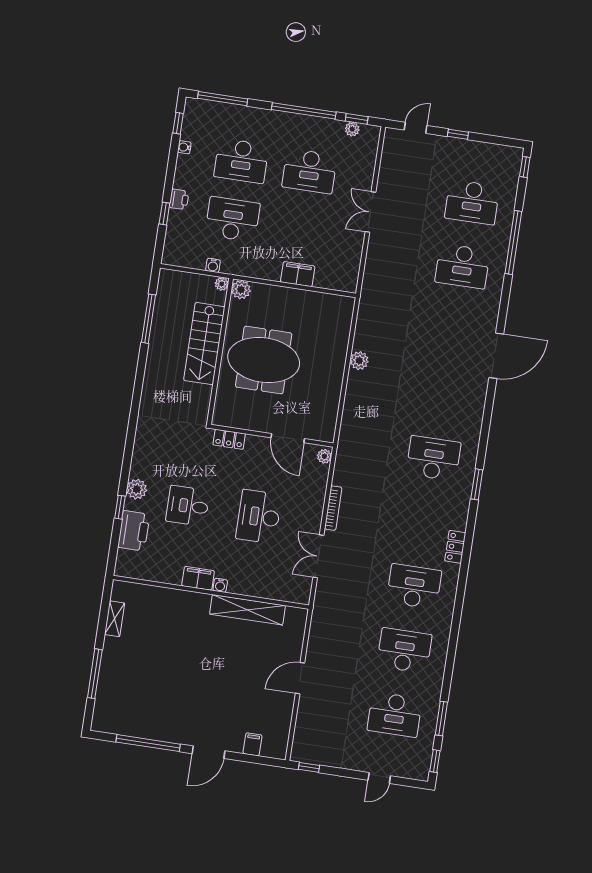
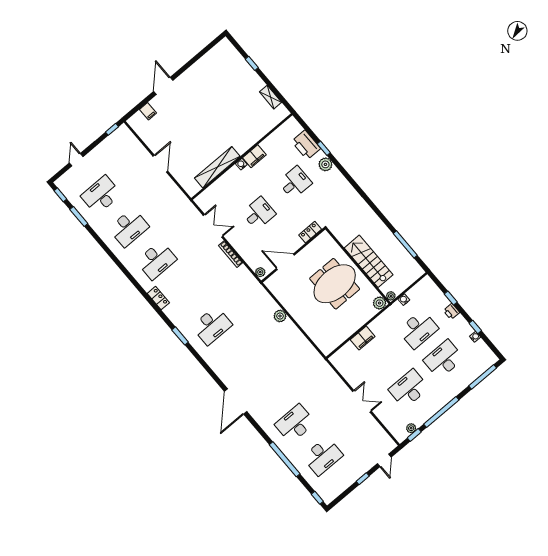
window: (178, 123) -> (475, 327), moved
desk: (472, 202) -> (323, 456), turned 180
plant: (359, 361) -> (280, 316), moved
desk: (259, 517) -> (259, 213), width x0.73
window: (95, 674) -> (252, 63), width x0.46
window: (148, 743) -> (194, 60), removed

